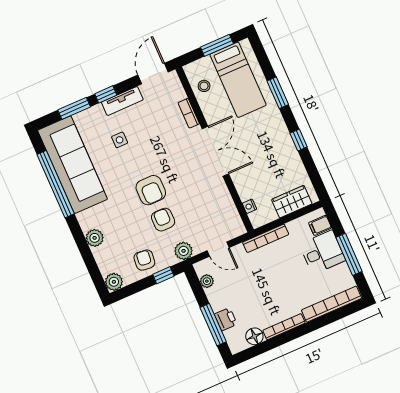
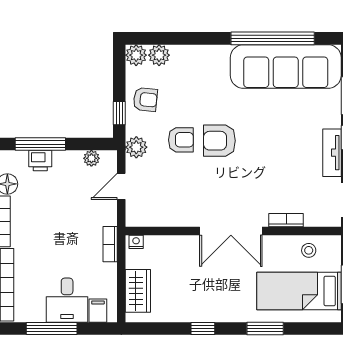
side table: (120, 140) -> (290, 131), removed
nightstand: (249, 206) -> (136, 242), moved
plant: (95, 238) -> (159, 55), moved
bookcase: (266, 238) -> (110, 244), width x0.64

